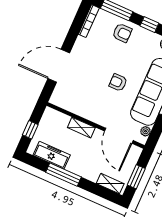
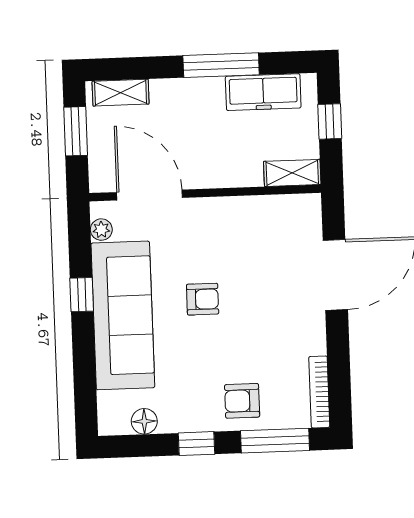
shelving: (81, 128) -> (292, 173), moved

